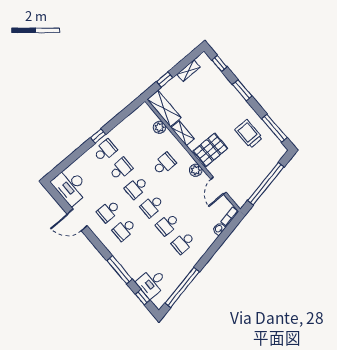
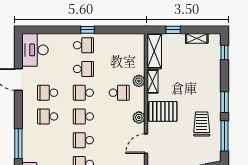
window: (242, 90) -> (225, 102), moved
plant: (159, 127) -> (139, 81), moved

